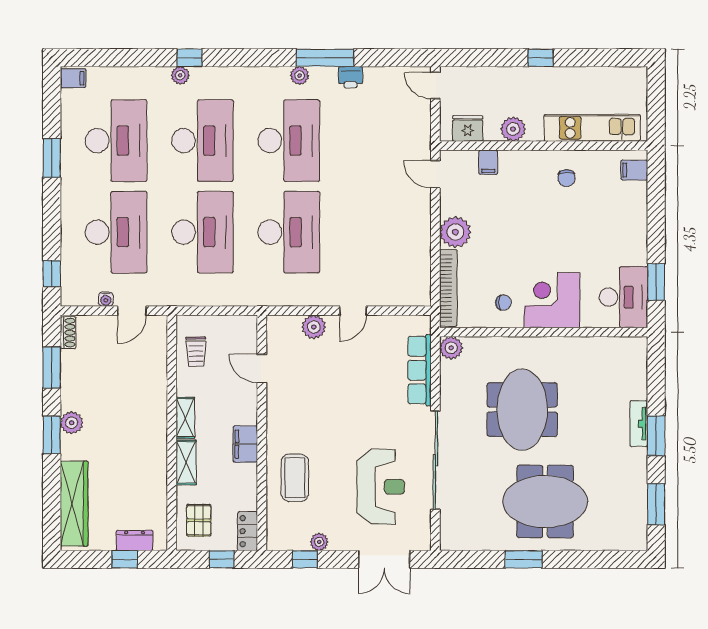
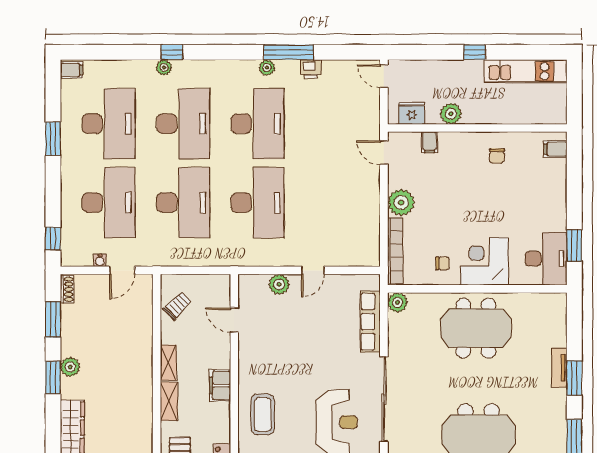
kitchen unit: (592, 128) -> (526, 71), moved, turned 180
trolley: (196, 352) -> (177, 306), turned -134
meeting table: (522, 410) -> (476, 328), moved, turned 90

